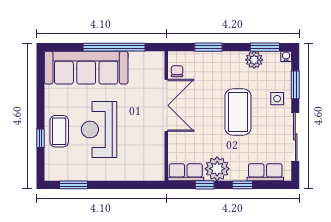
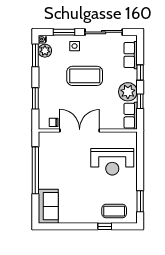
plant: (254, 60) -> (45, 51), moved
sofa: (86, 68) -> (48, 206), width x0.54, depth x0.79
reception desk: (99, 130) -> (112, 162), moved
coffee table: (59, 131) -> (114, 211), moved

